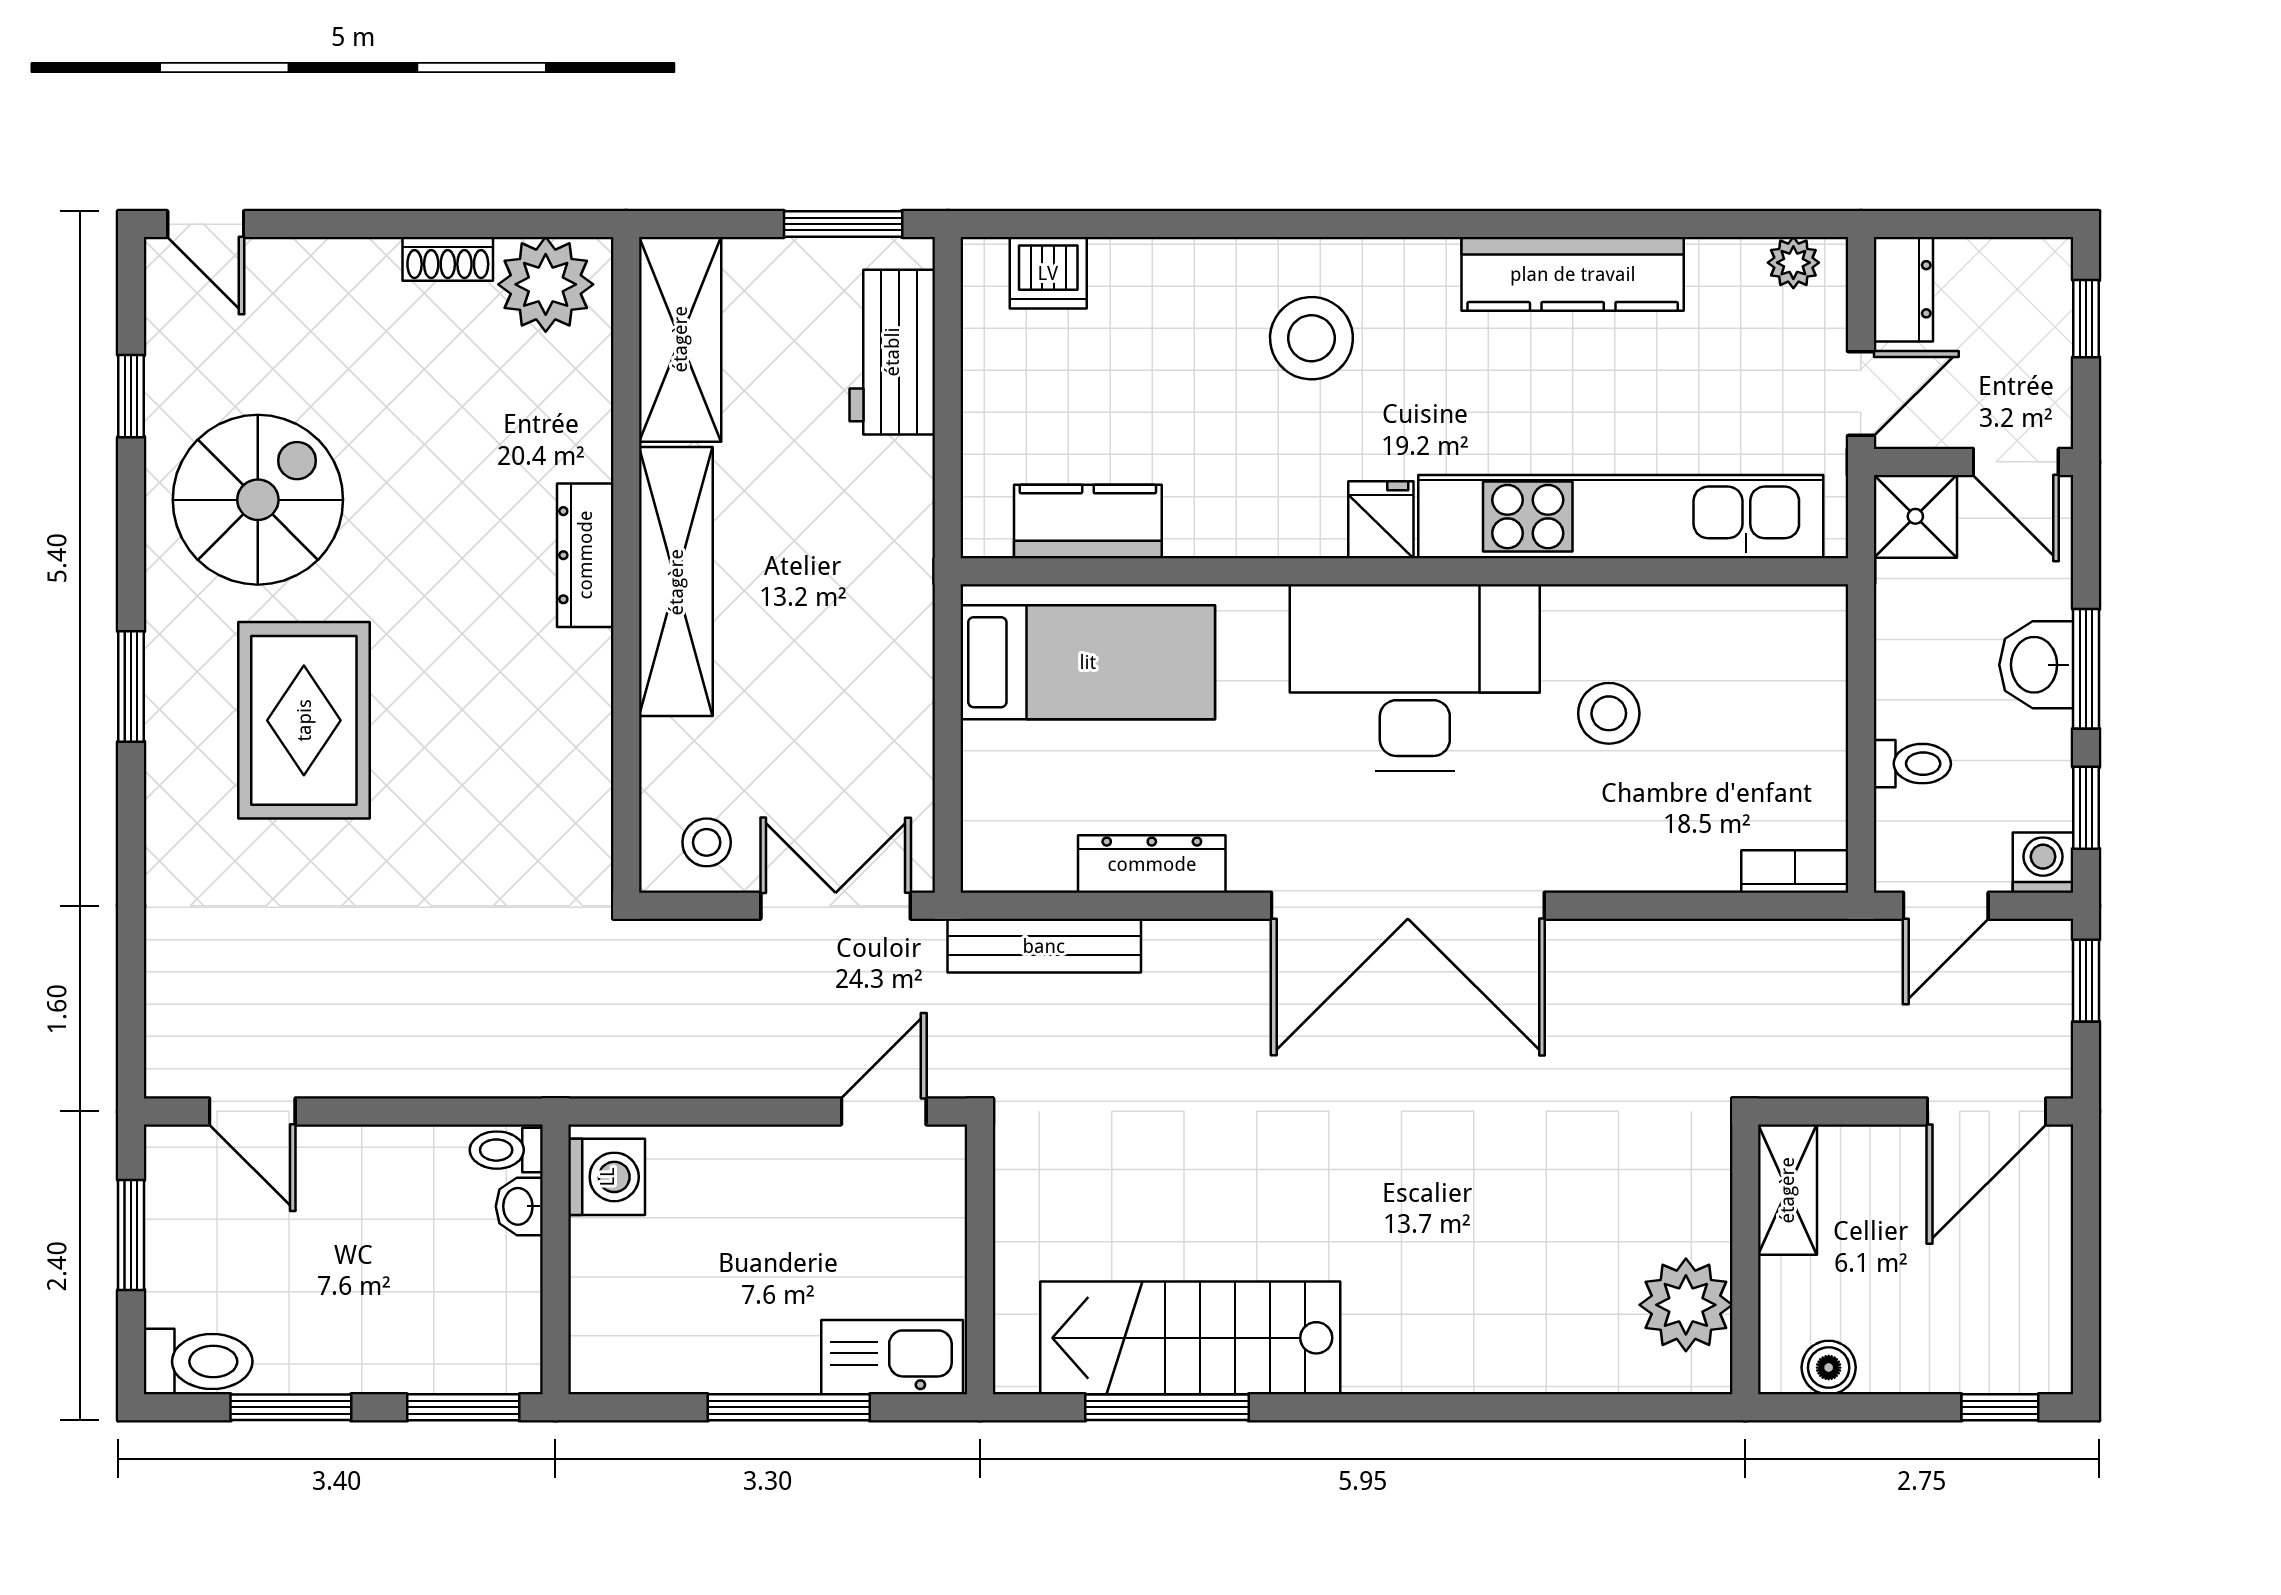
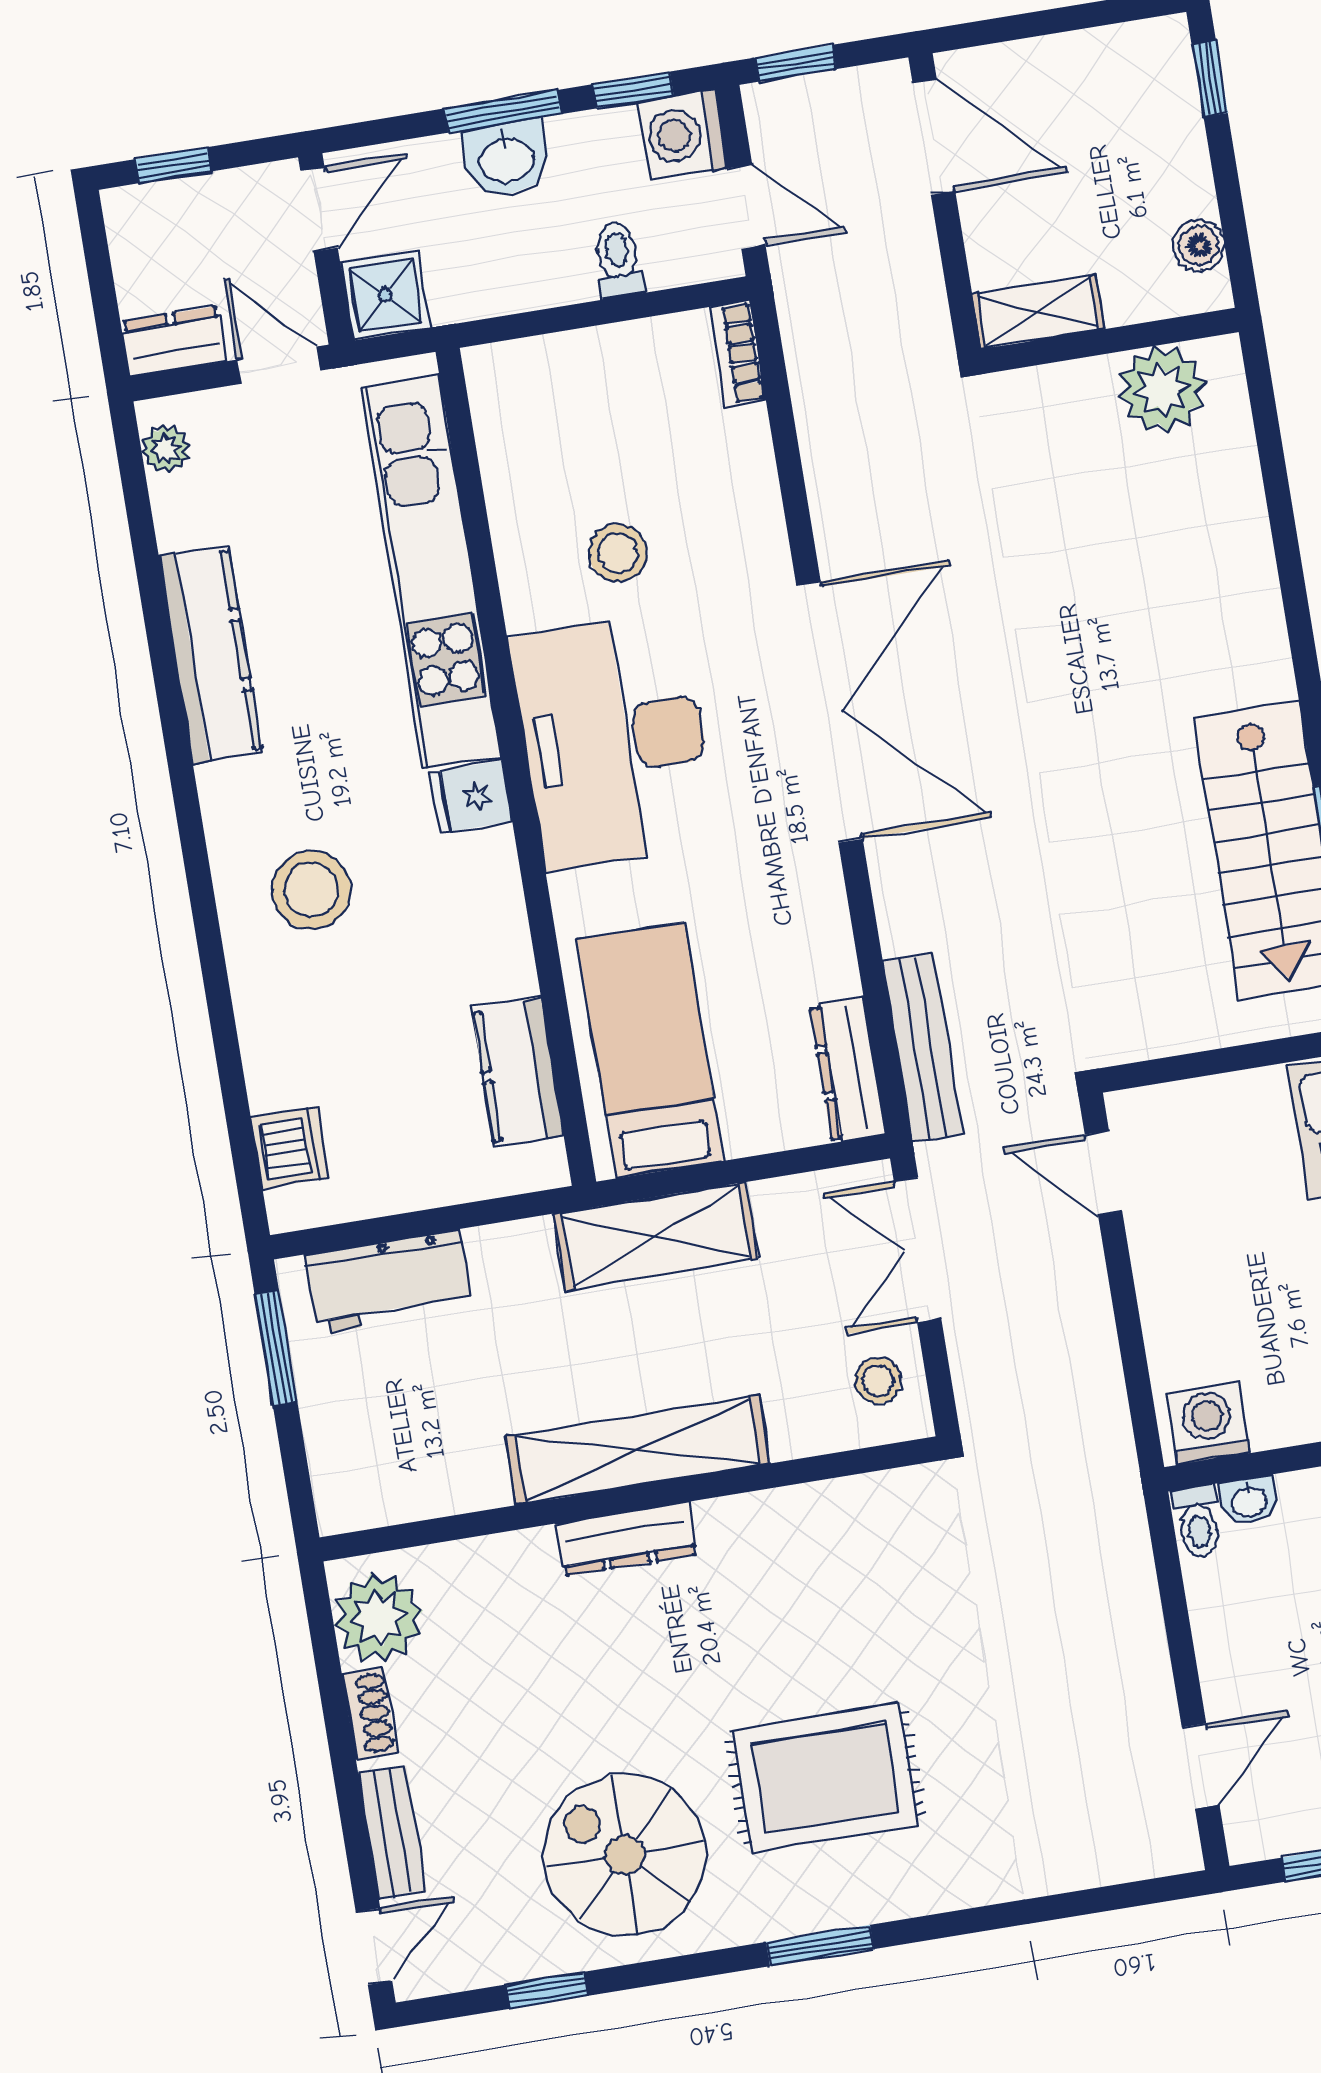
bench: (321, 262) -> (392, 1832), added
shelving: (680, 339) -> (656, 1236), moved
washing machine: (2043, 863) -> (682, 134), width x1.38, depth x1.38
dresser: (1152, 864) -> (848, 1070), moved

